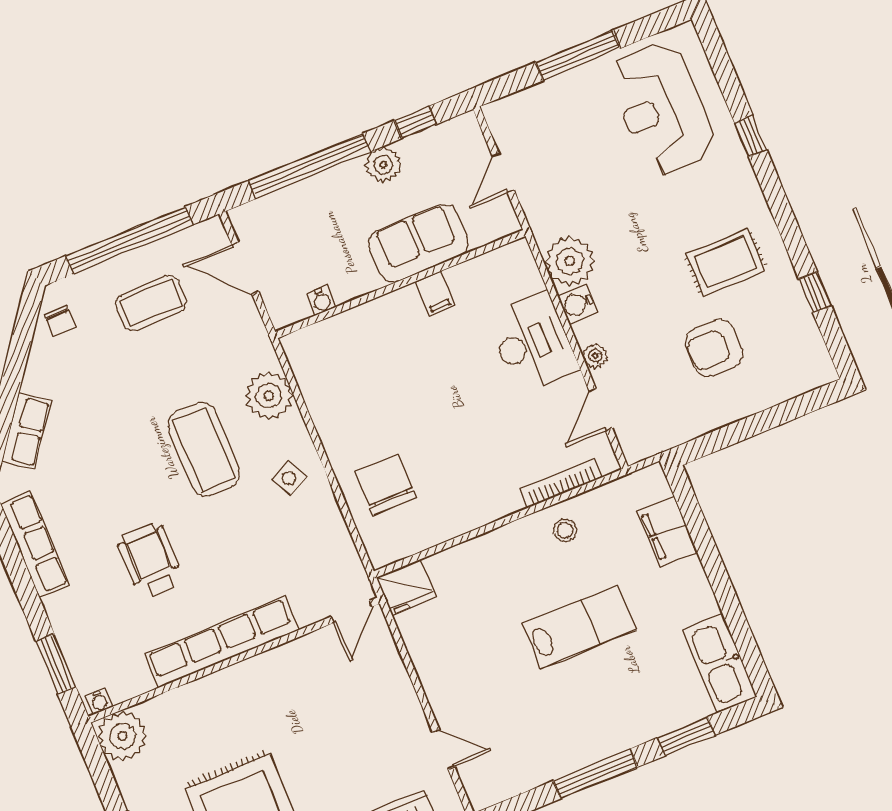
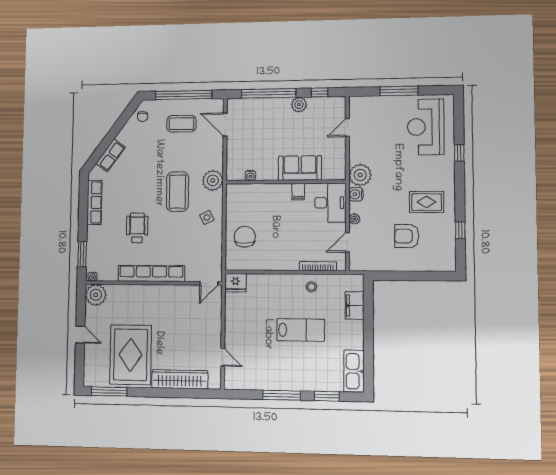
sofa: (418, 243) -> (300, 168), moved
wall: (400, 284) -> (285, 182), moved
filing cabinet: (435, 293) -> (298, 192), moved
water cooler: (322, 300) -> (250, 176), moved

